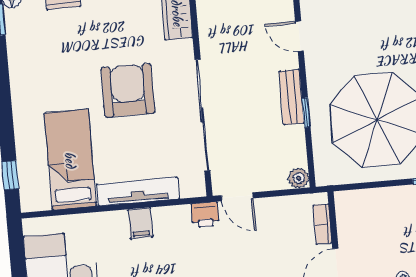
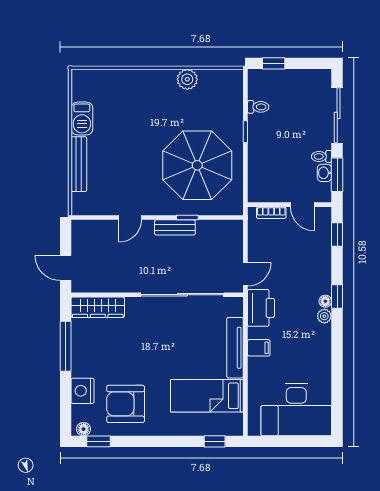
armchair: (128, 90) -> (126, 404), moved
plant: (299, 178) -> (236, 227), removed
printer: (205, 215) -> (261, 308), width x1.87, depth x1.48

